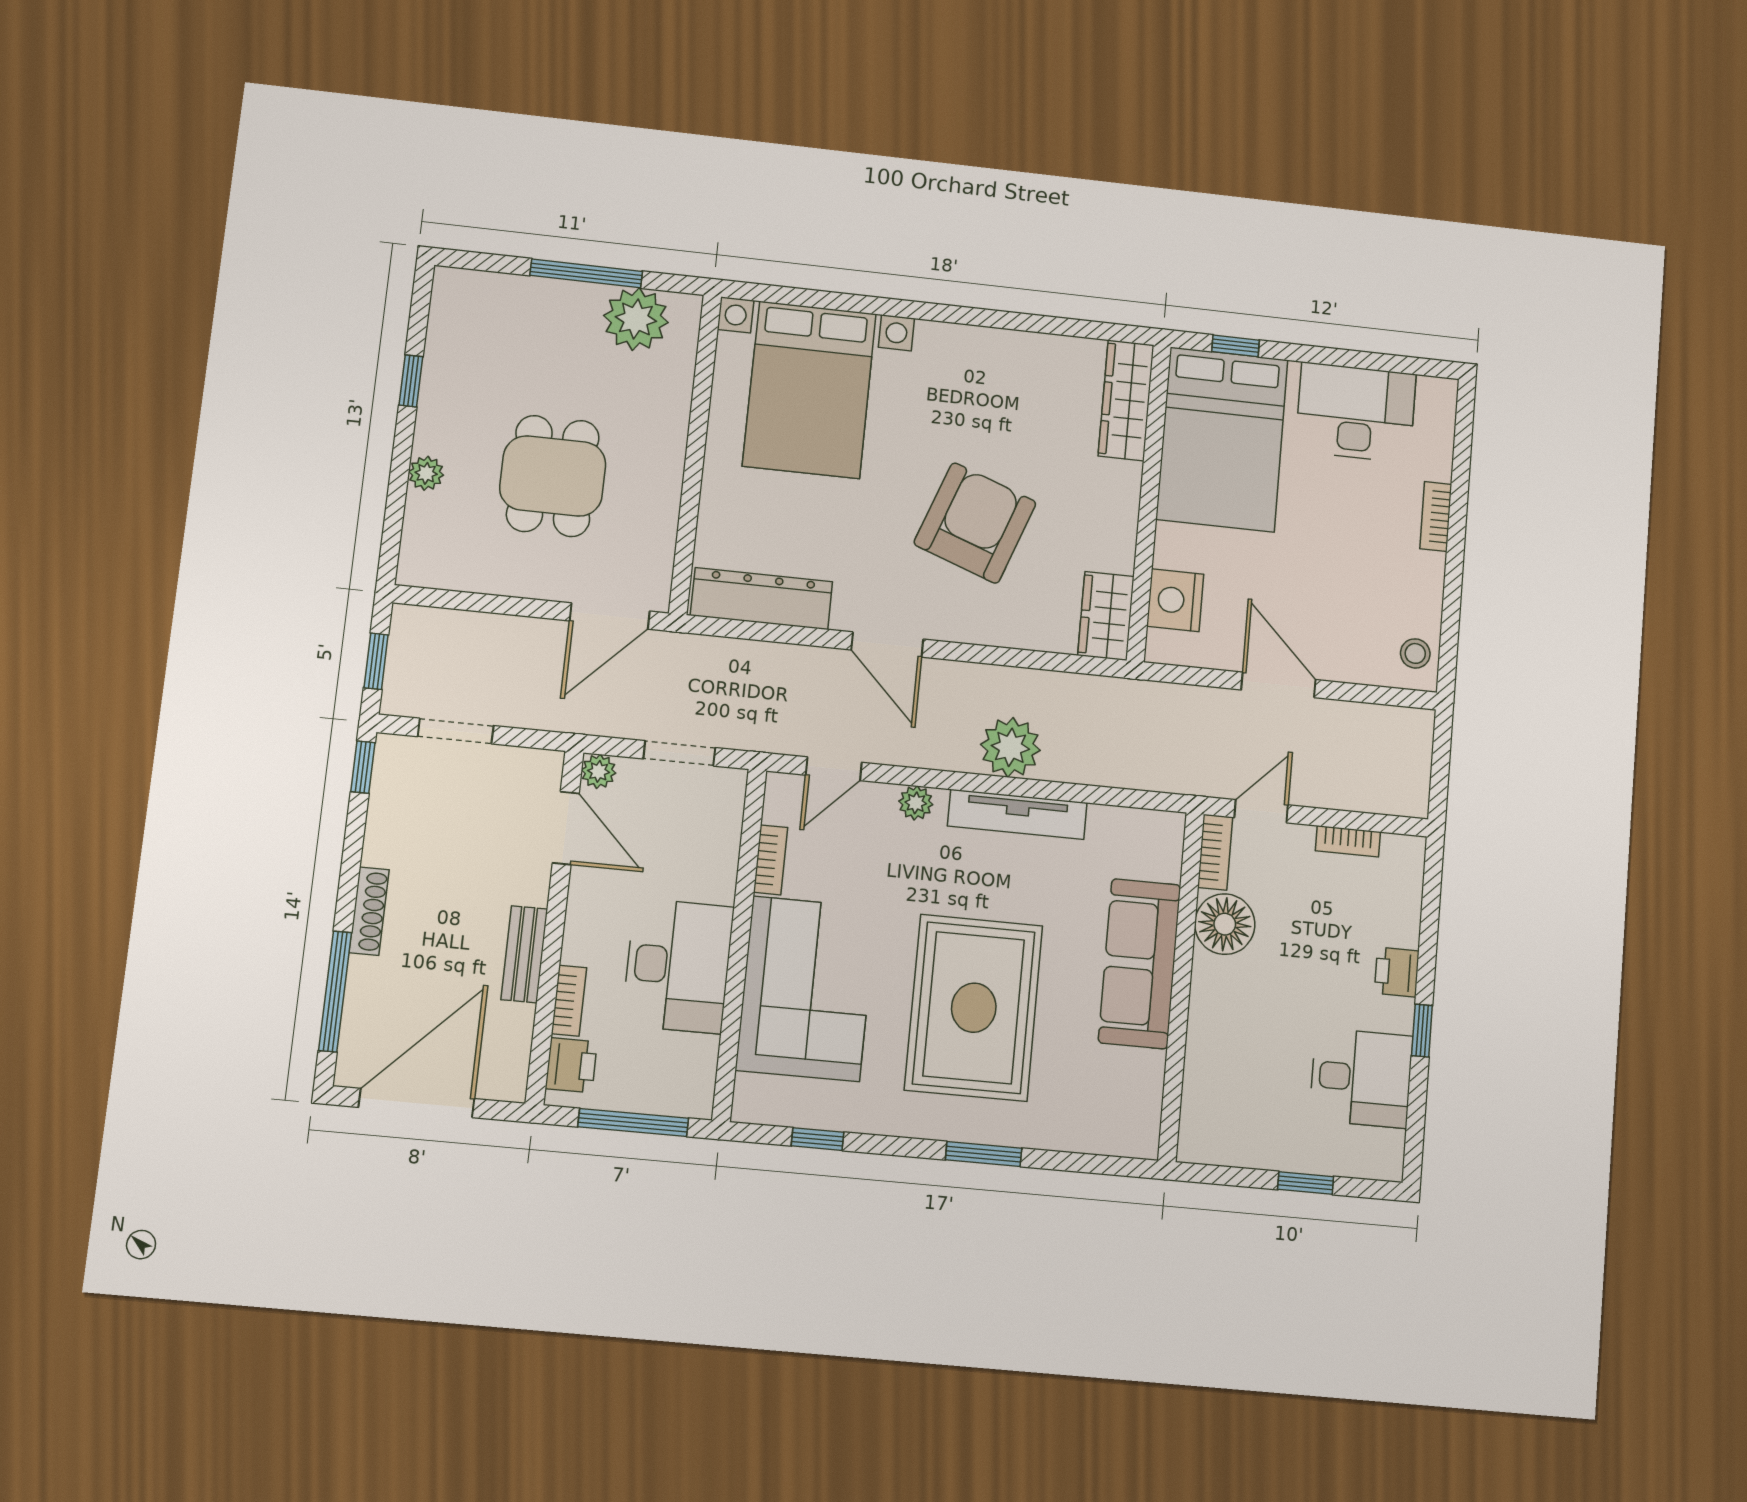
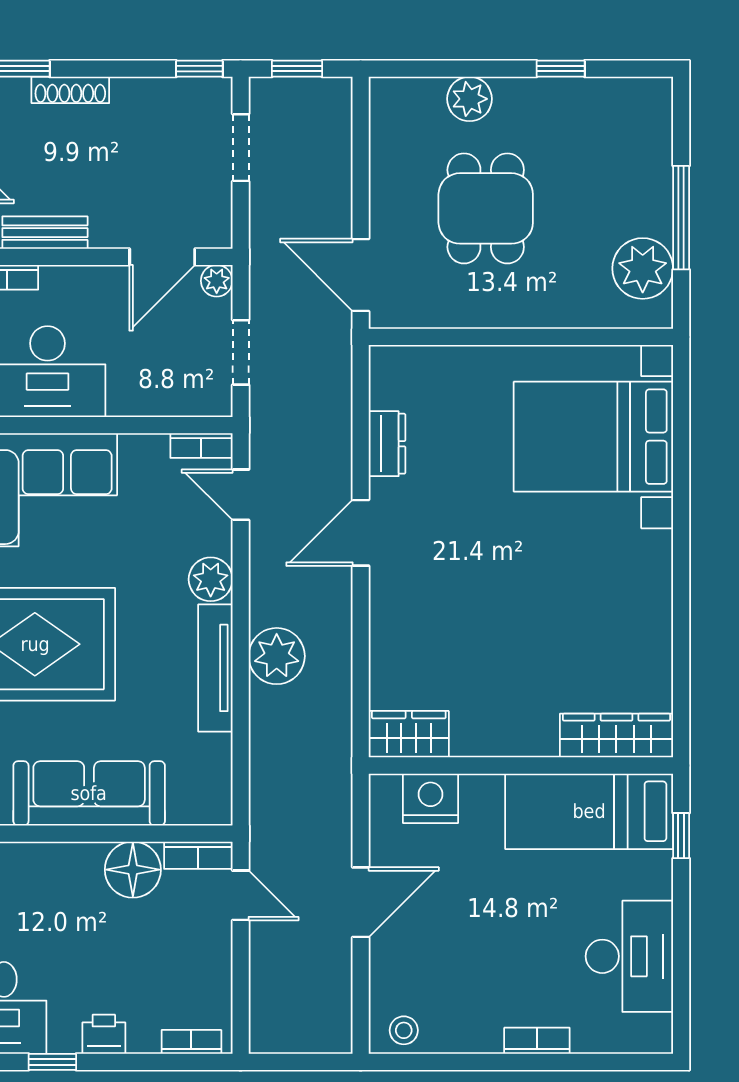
bed: (1222, 439) -> (589, 811), width x0.67
plant: (426, 473) -> (470, 99), width x1.38, depth x1.38
dining table: (553, 476) -> (486, 208), turned 90
armchair: (975, 523) -> (484, 604), removed
dresser: (761, 599) -> (387, 444), width x0.51, depth x0.80
plant: (916, 803) -> (211, 579), width x1.38, depth x1.38
bookcase: (1348, 841) -> (191, 1042), moved, turned 90
bookcase: (771, 860) -> (201, 446), moved

